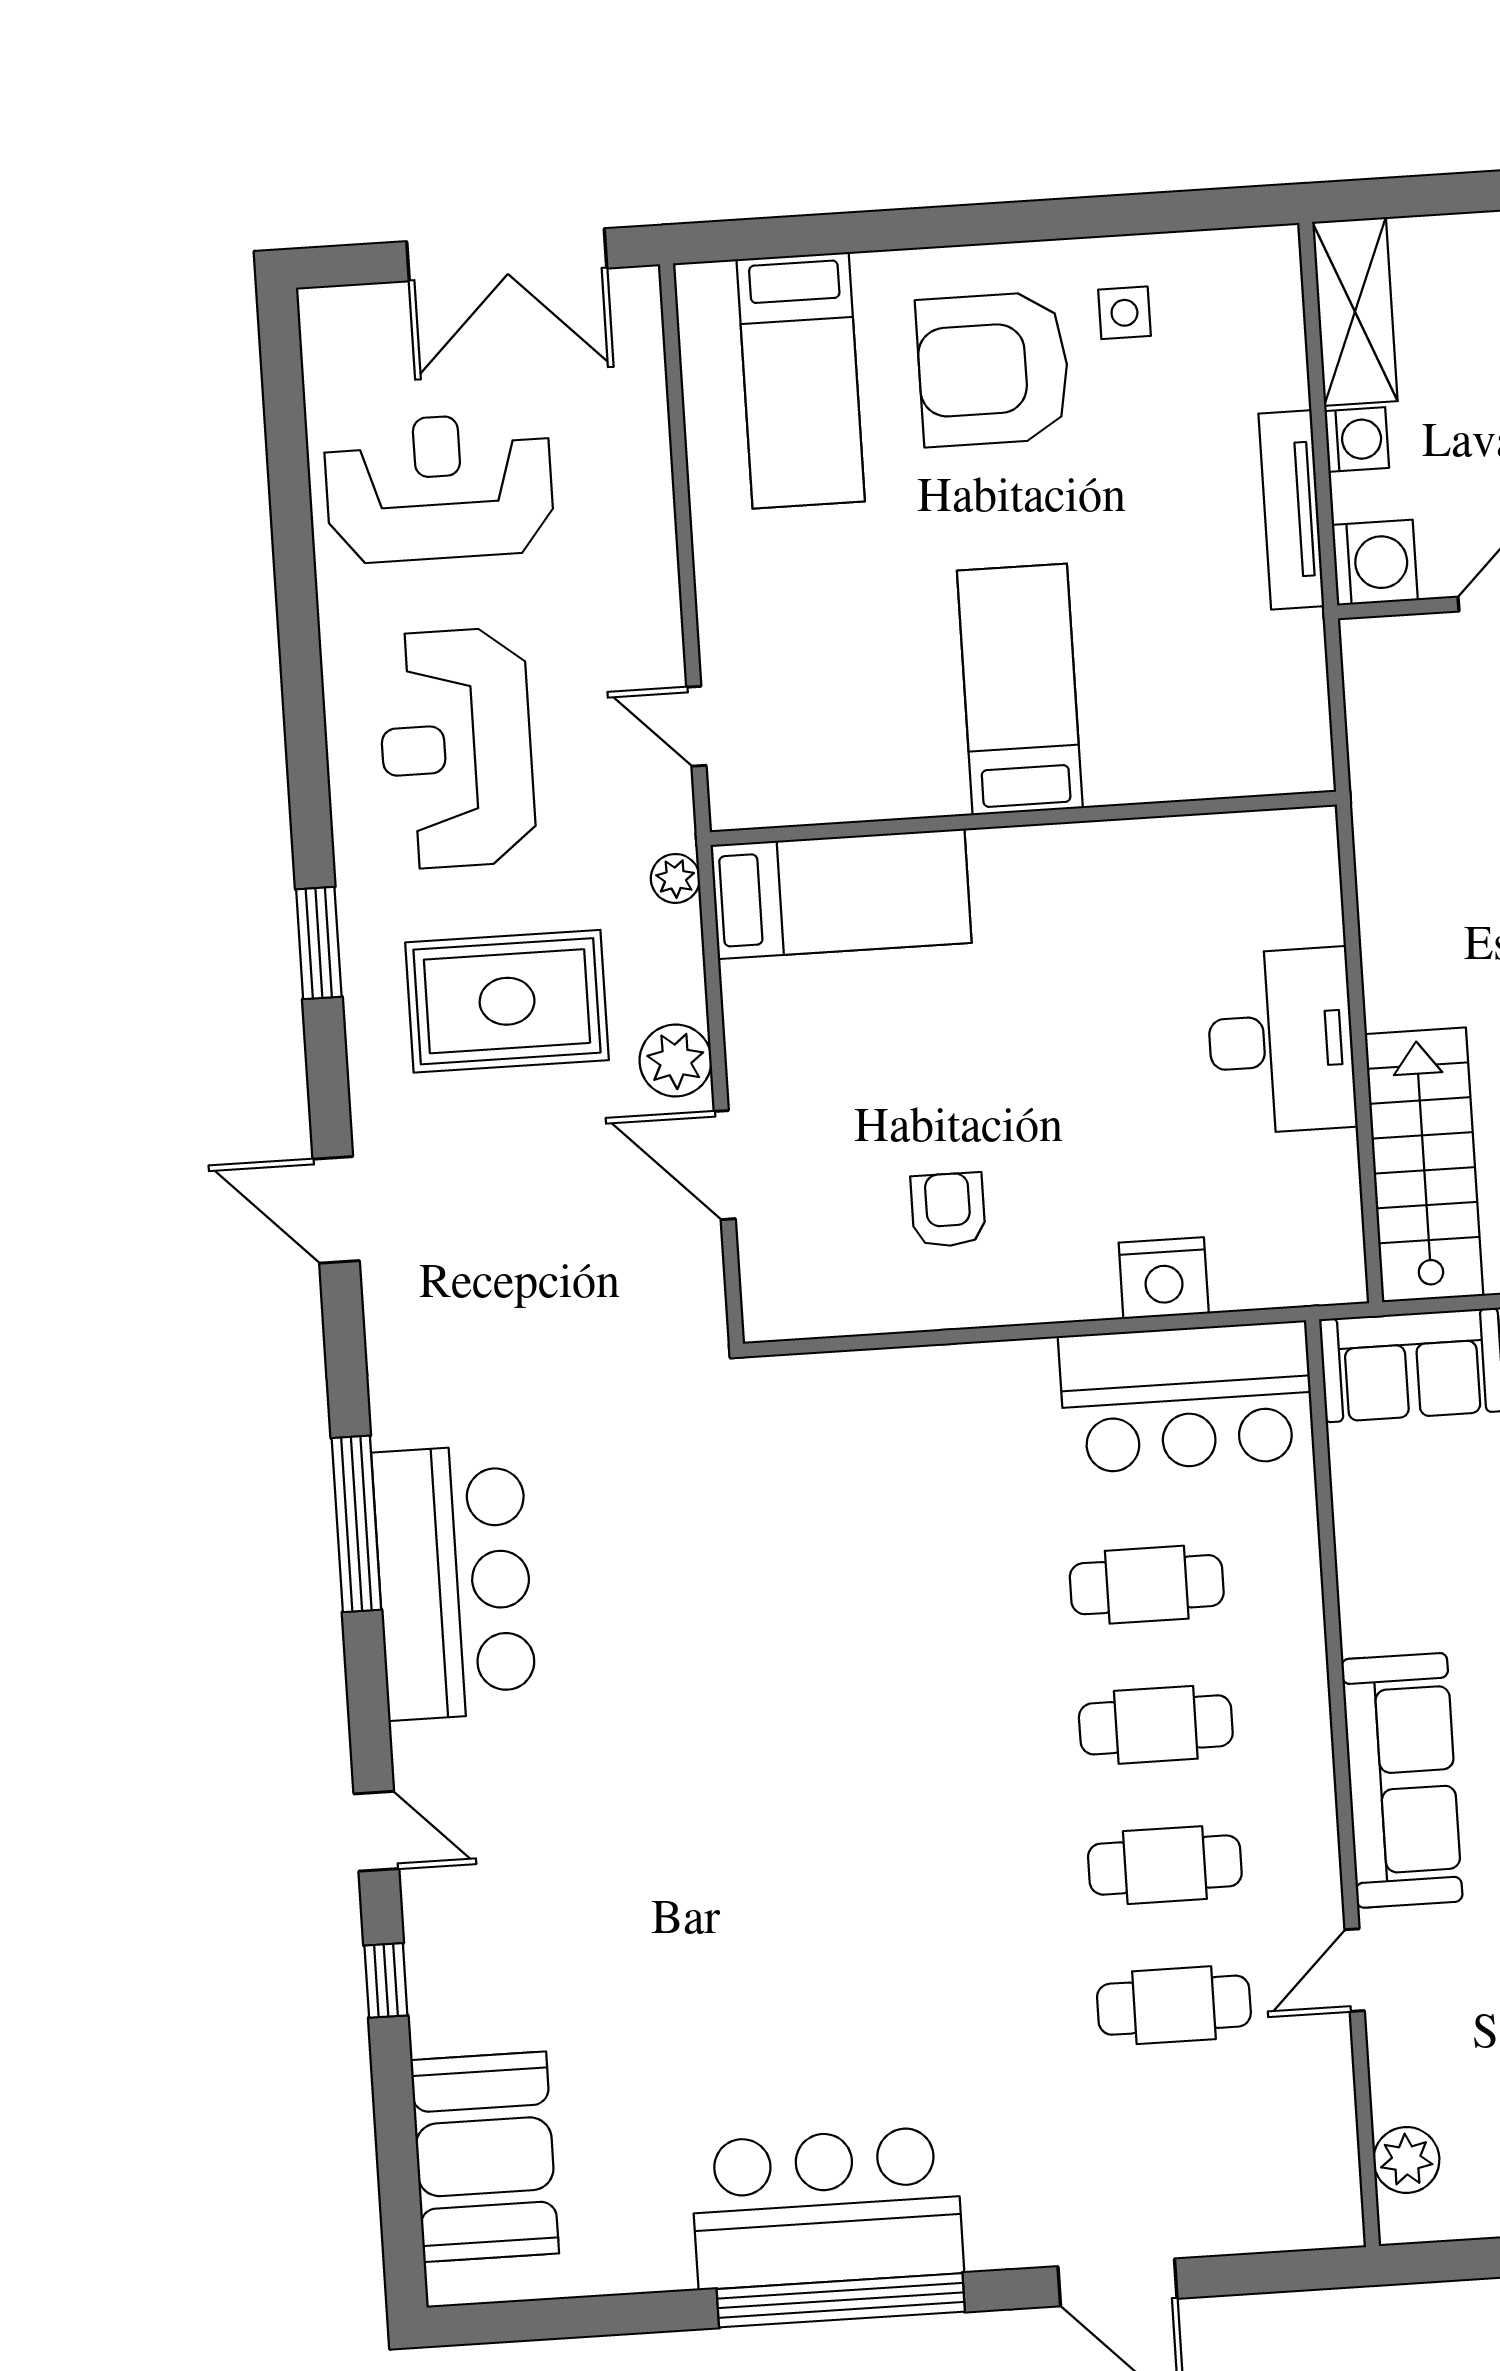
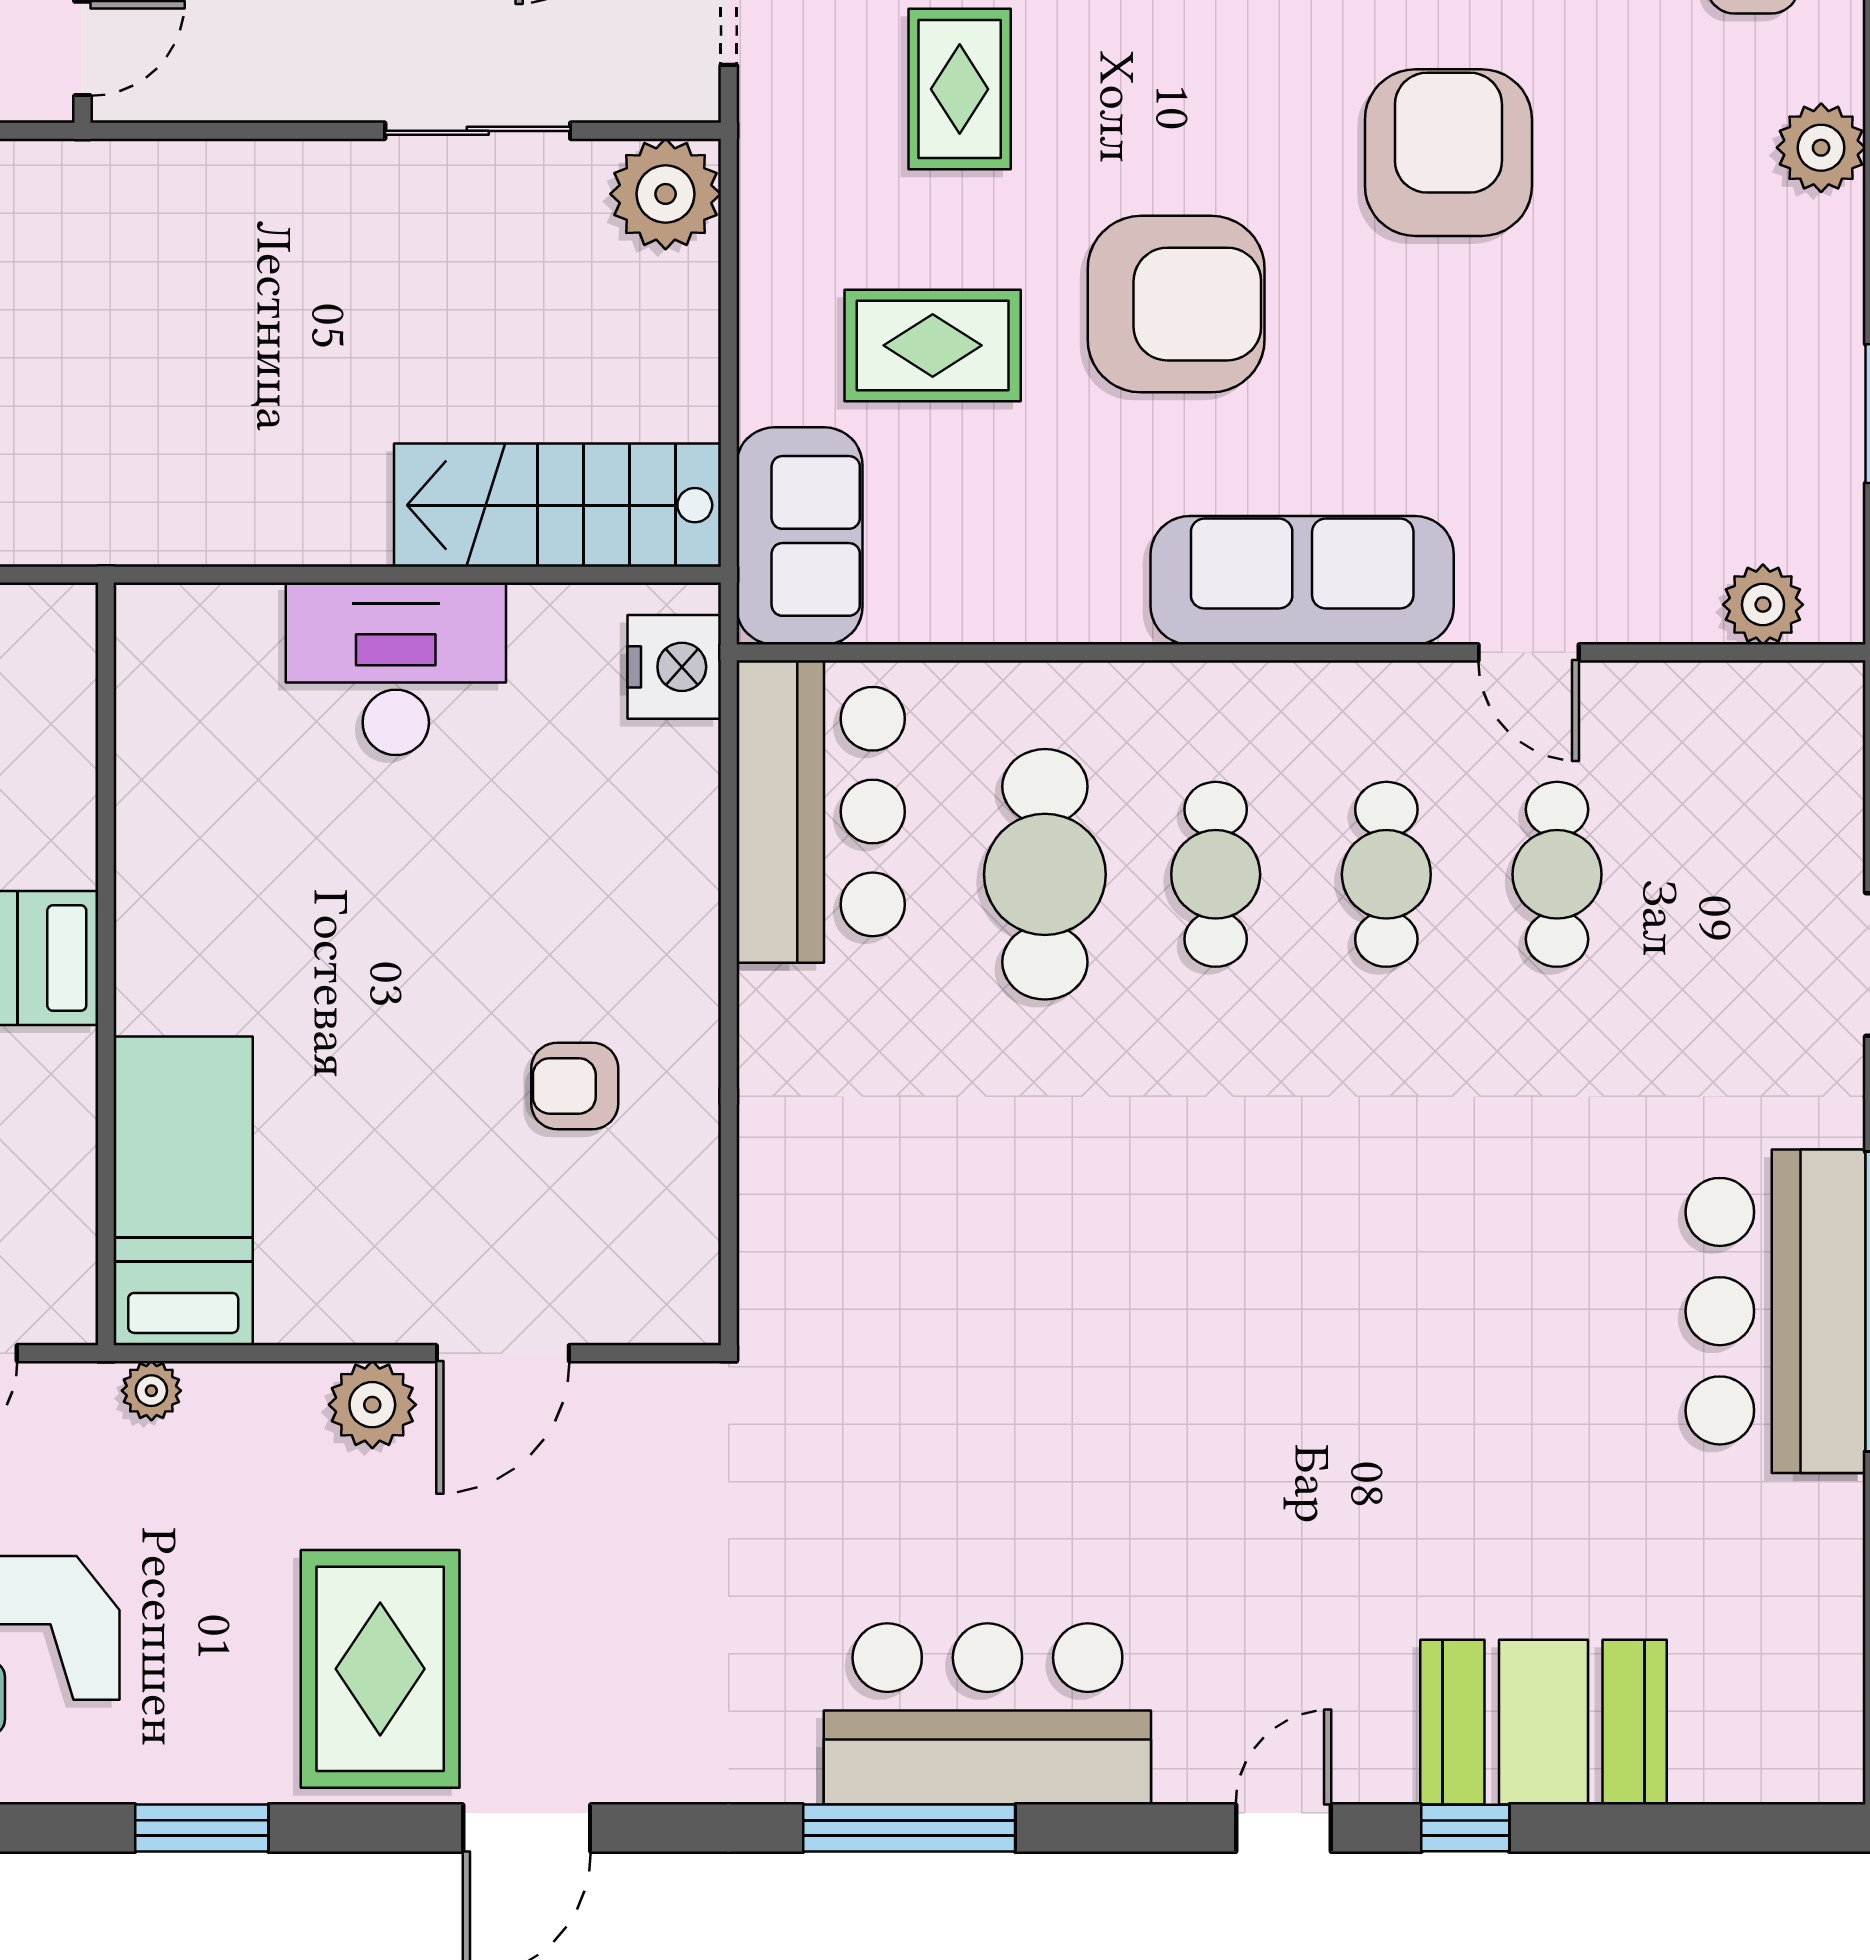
rug: (507, 1001) -> (380, 1669), moved
nightstand: (1164, 1278) -> (674, 667), moved
cafe table: (1147, 1585) -> (1045, 874), width x1.37, depth x1.35
booth: (485, 2157) -> (1543, 1722), moved

